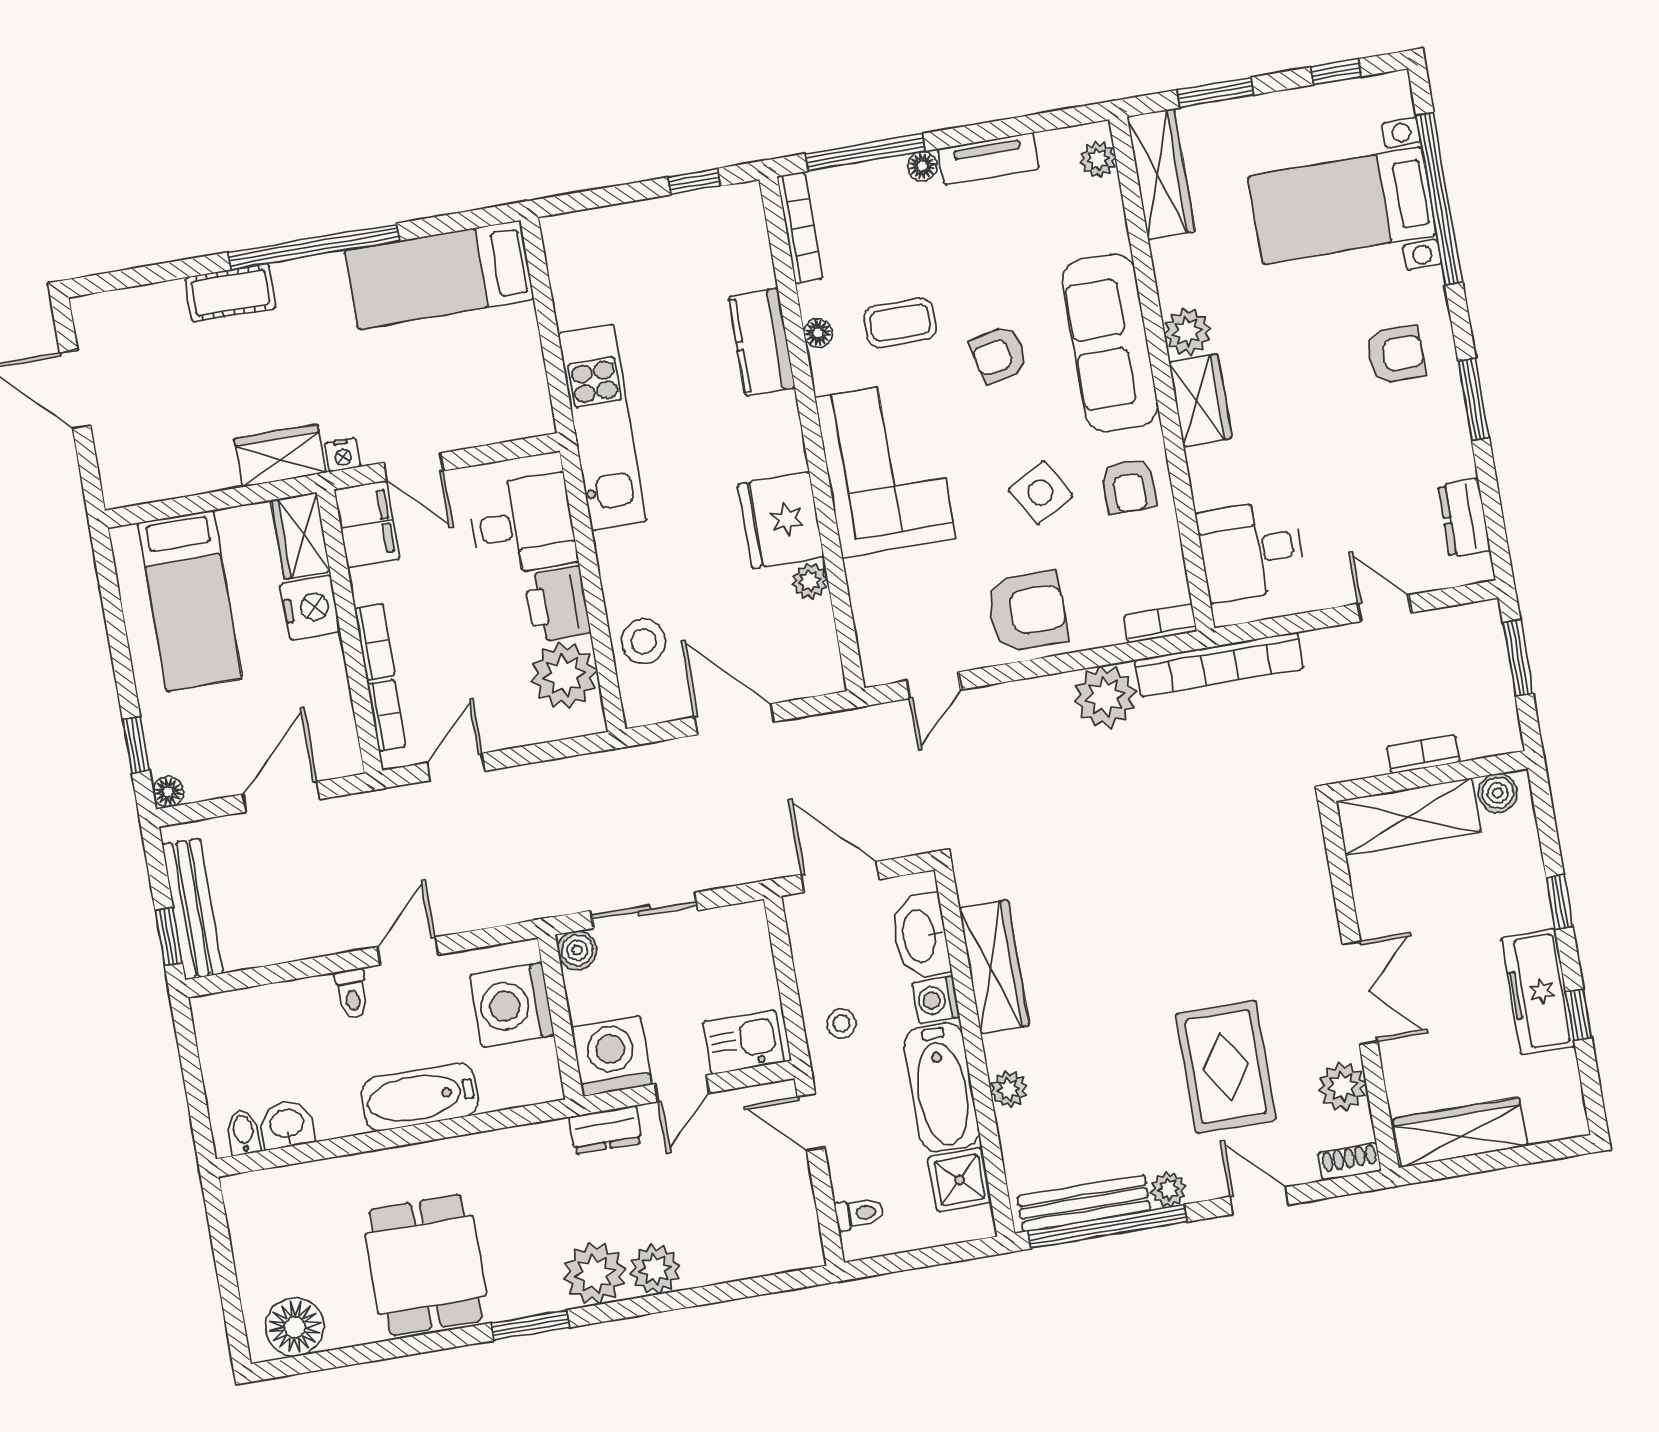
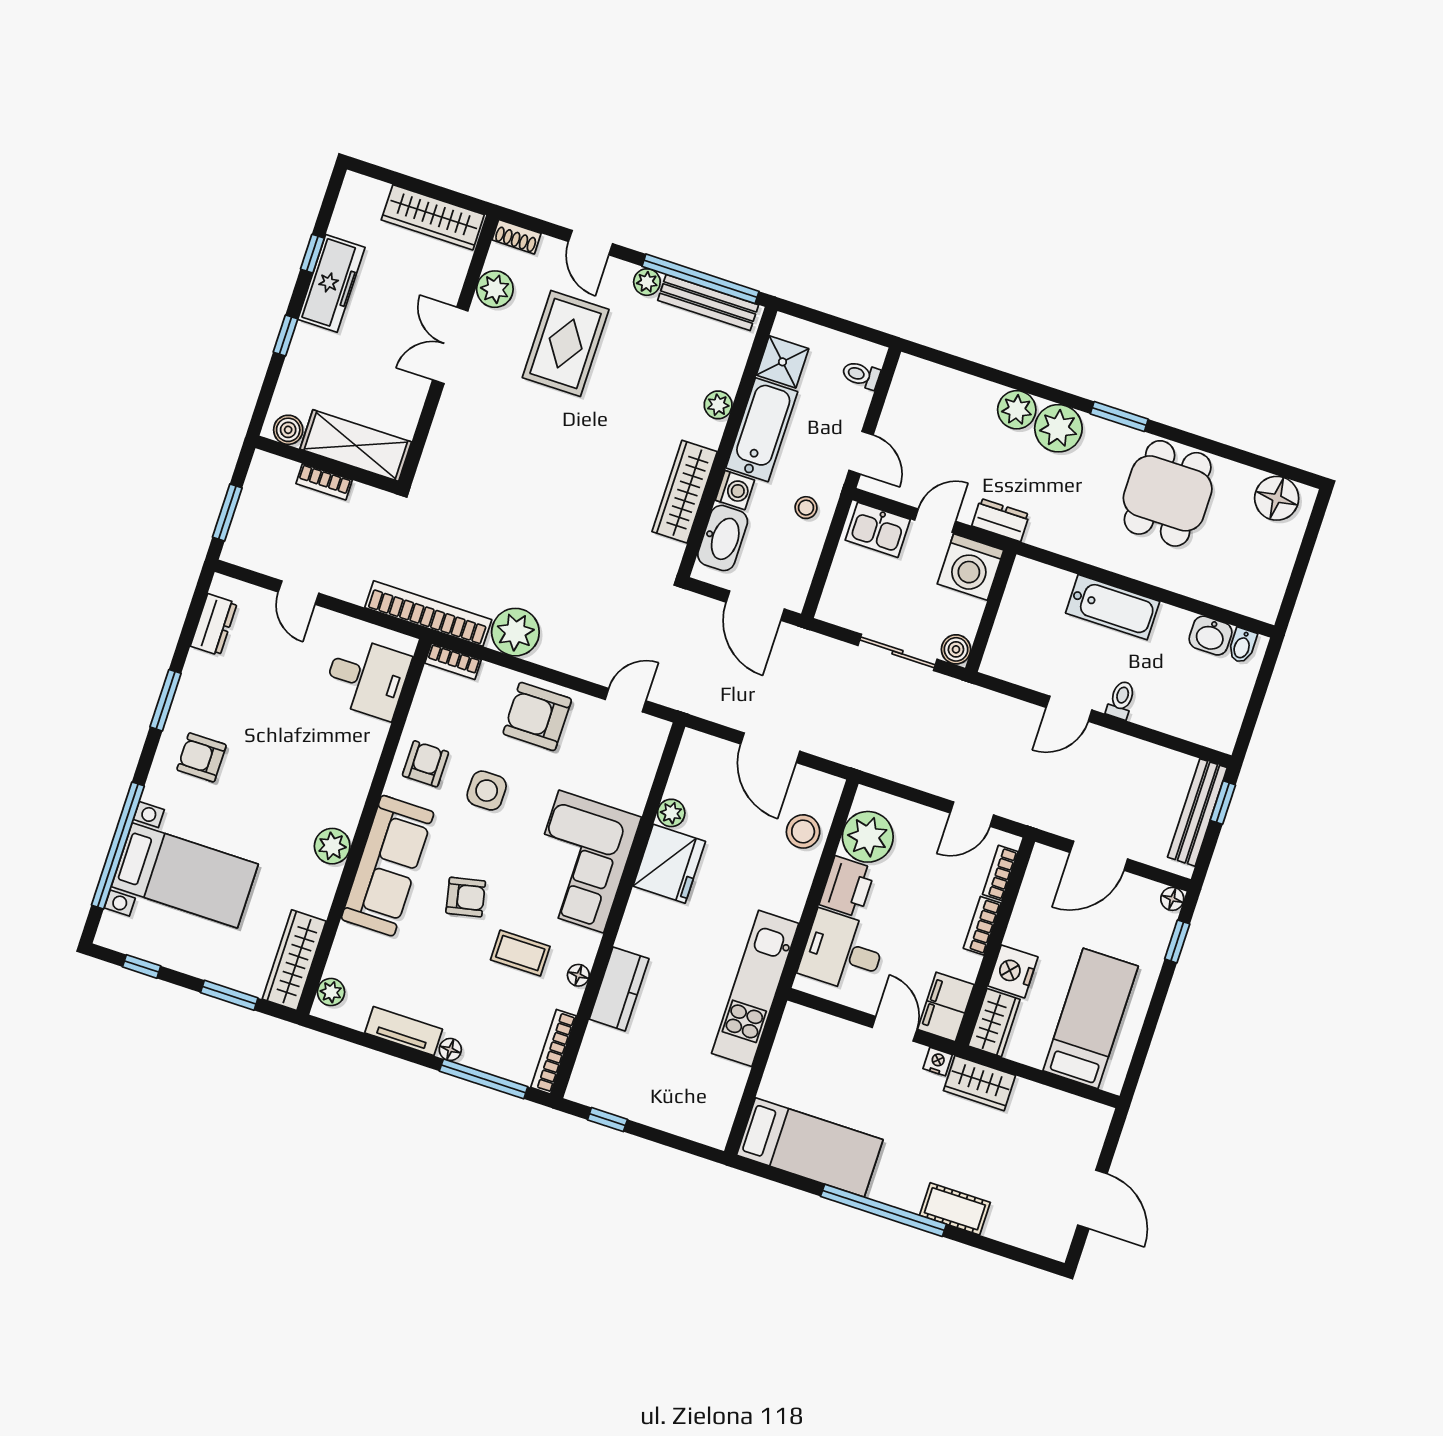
wardrobe: (1200, 400) -> (348, 796), removed
side table: (1041, 493) -> (487, 791), turned 30
washing machine: (512, 1005) -> (1019, 636), removed

